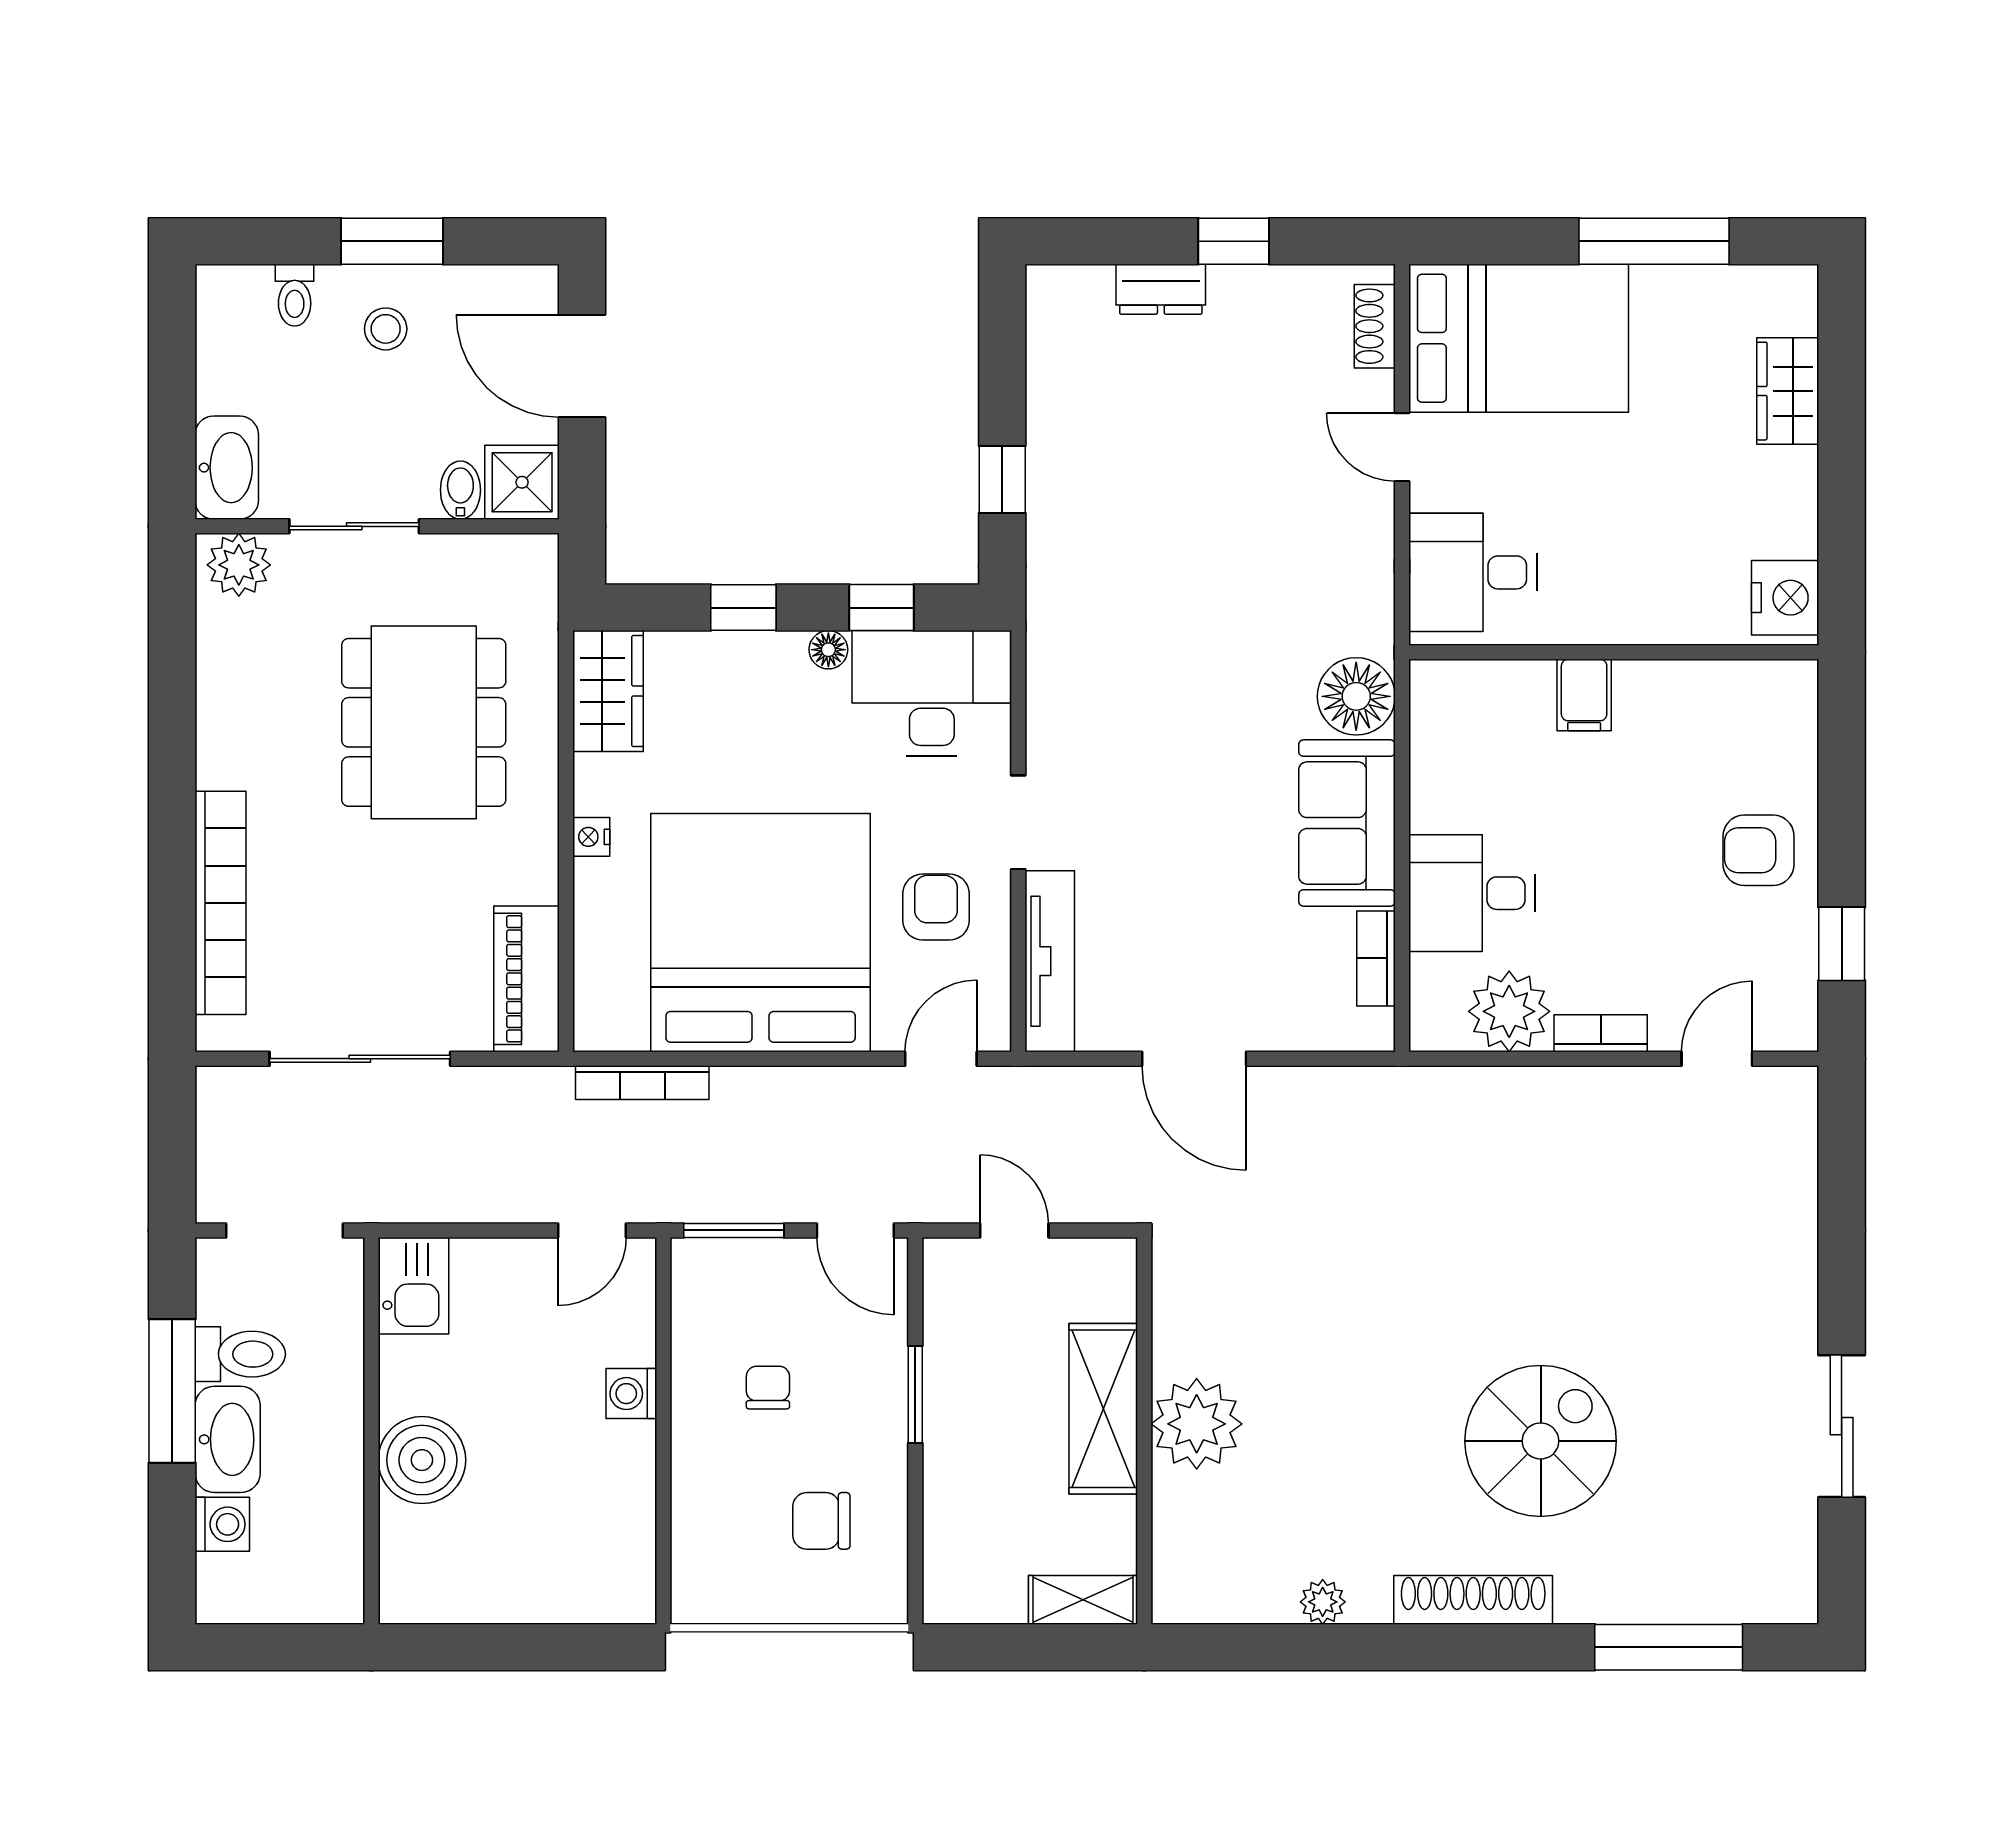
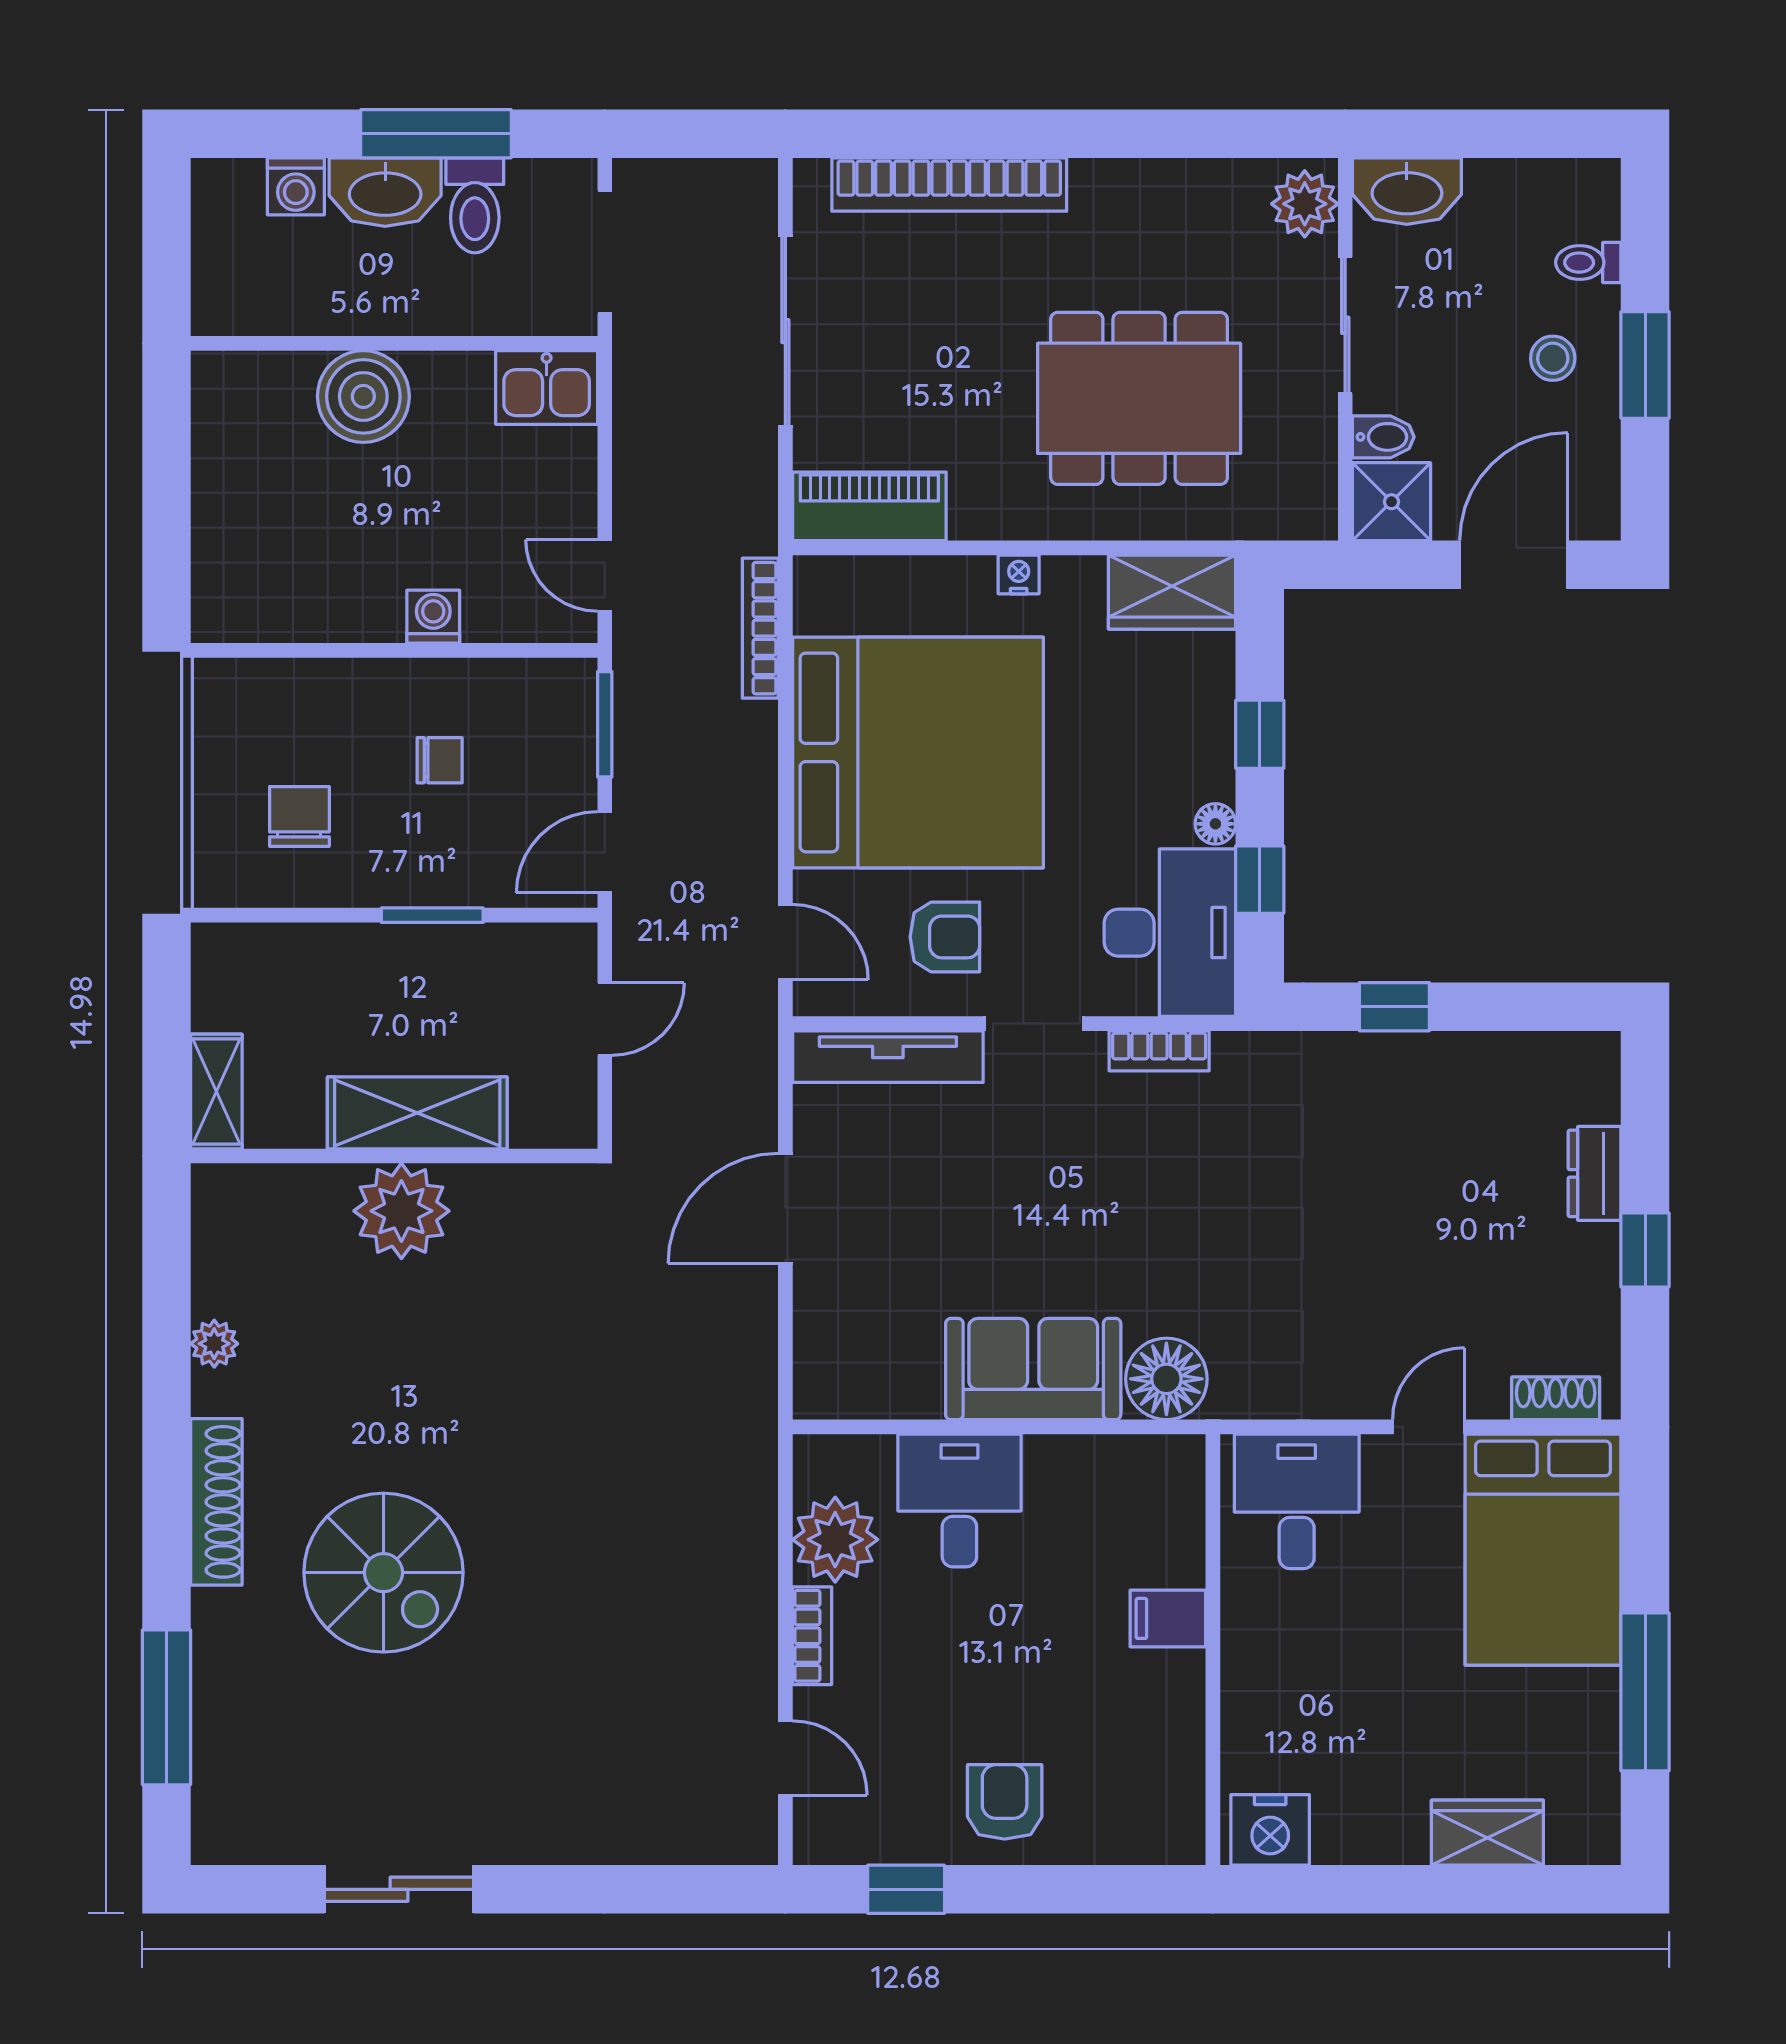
bookcase: (1376, 958) -> (1159, 1051), moved, turned 180

